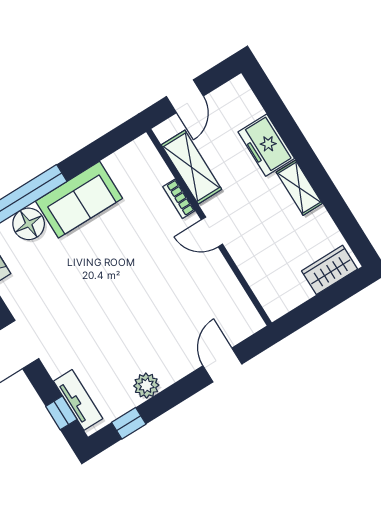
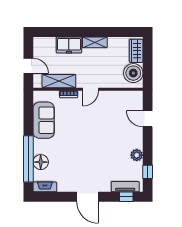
sofa: (79, 200) -> (44, 120), moved
boiler: (287, 289) -> (133, 73), added

